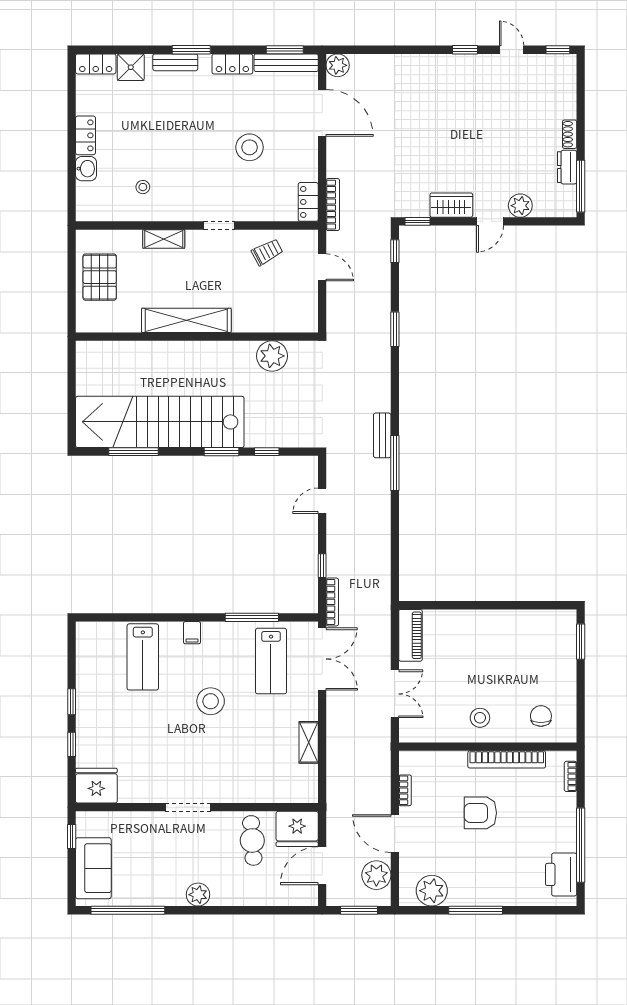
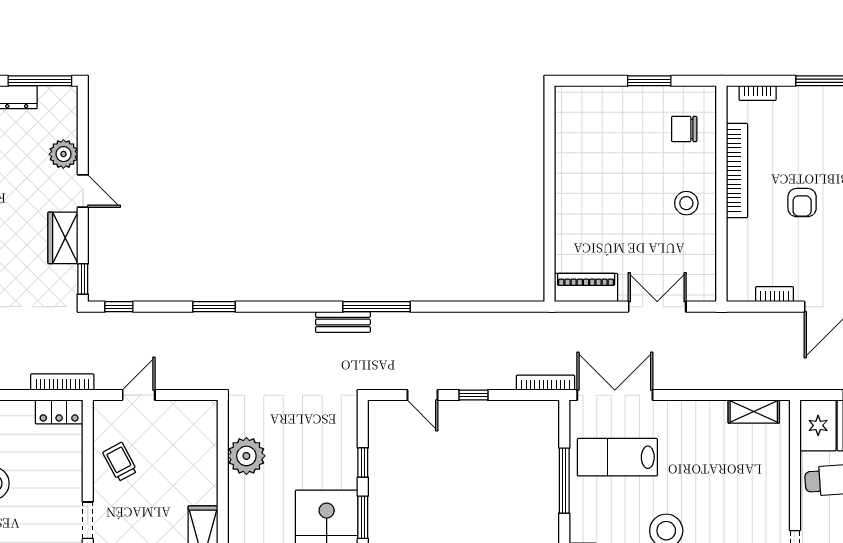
window: (322, 566) -> (473, 395), moved
window: (581, 642) -> (649, 81), moved
lab bench: (271, 661) -> (617, 457), turned 180
shelving: (309, 742) -> (754, 412), moved
armchair: (480, 813) -> (802, 203), width x0.72, depth x0.72

